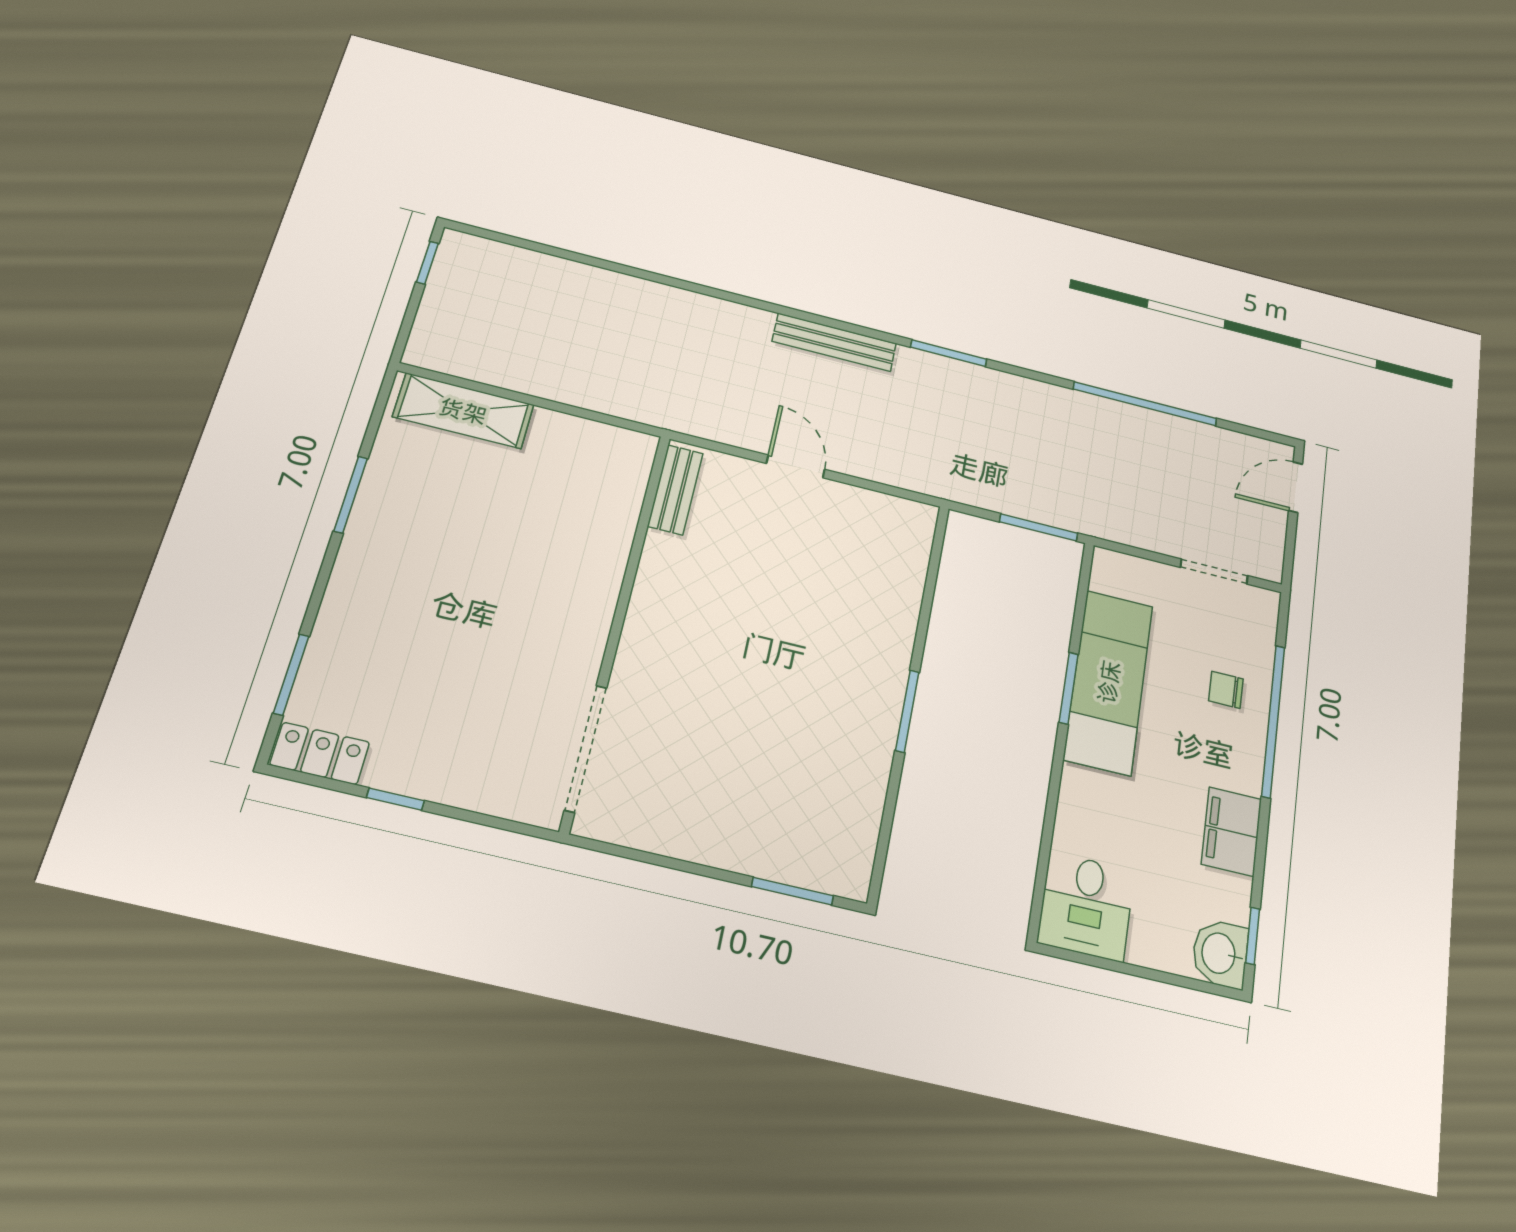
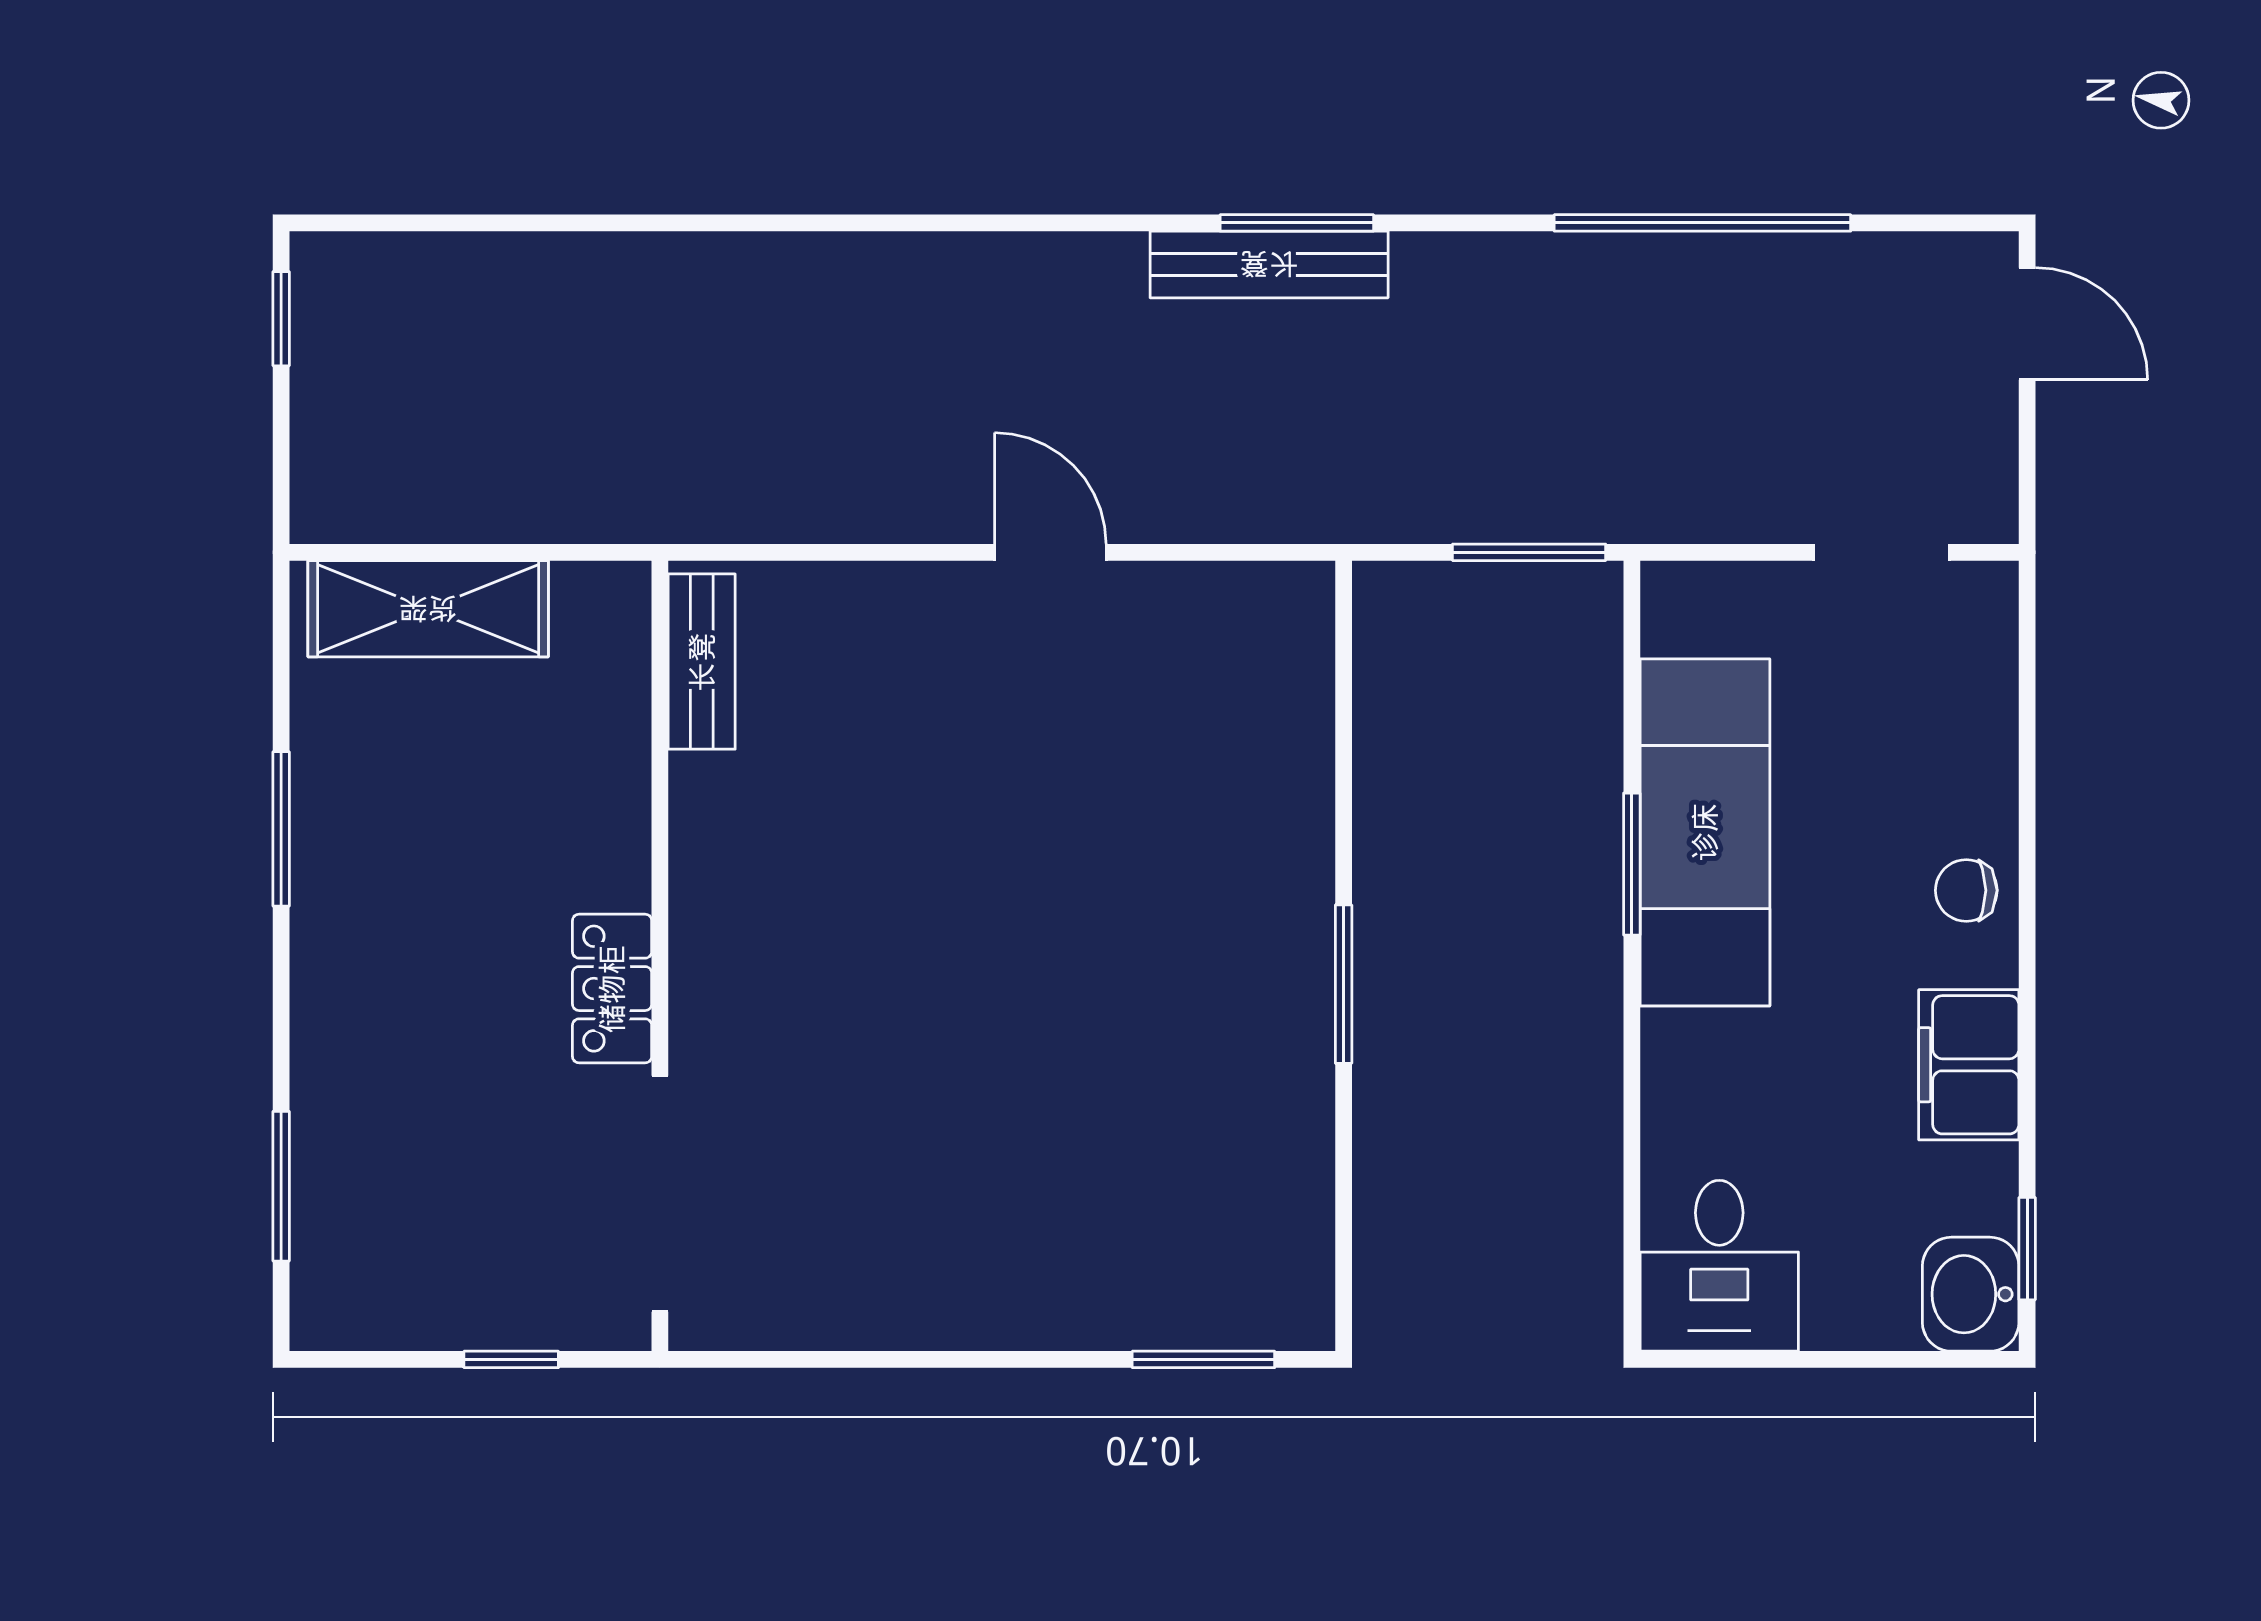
bench: (834, 342) -> (1269, 264), moved
door: (1296, 487) -> (2027, 324), swing flipped
bench: (675, 490) -> (702, 662), moved
wall: (617, 626) -> (660, 956), moved
chair: (1226, 690) -> (1966, 890), moved
window: (1273, 721) -> (2027, 830), removed
doorway: (586, 748) -> (660, 1194), moved
locker: (320, 753) -> (612, 989), moved, turned -90

